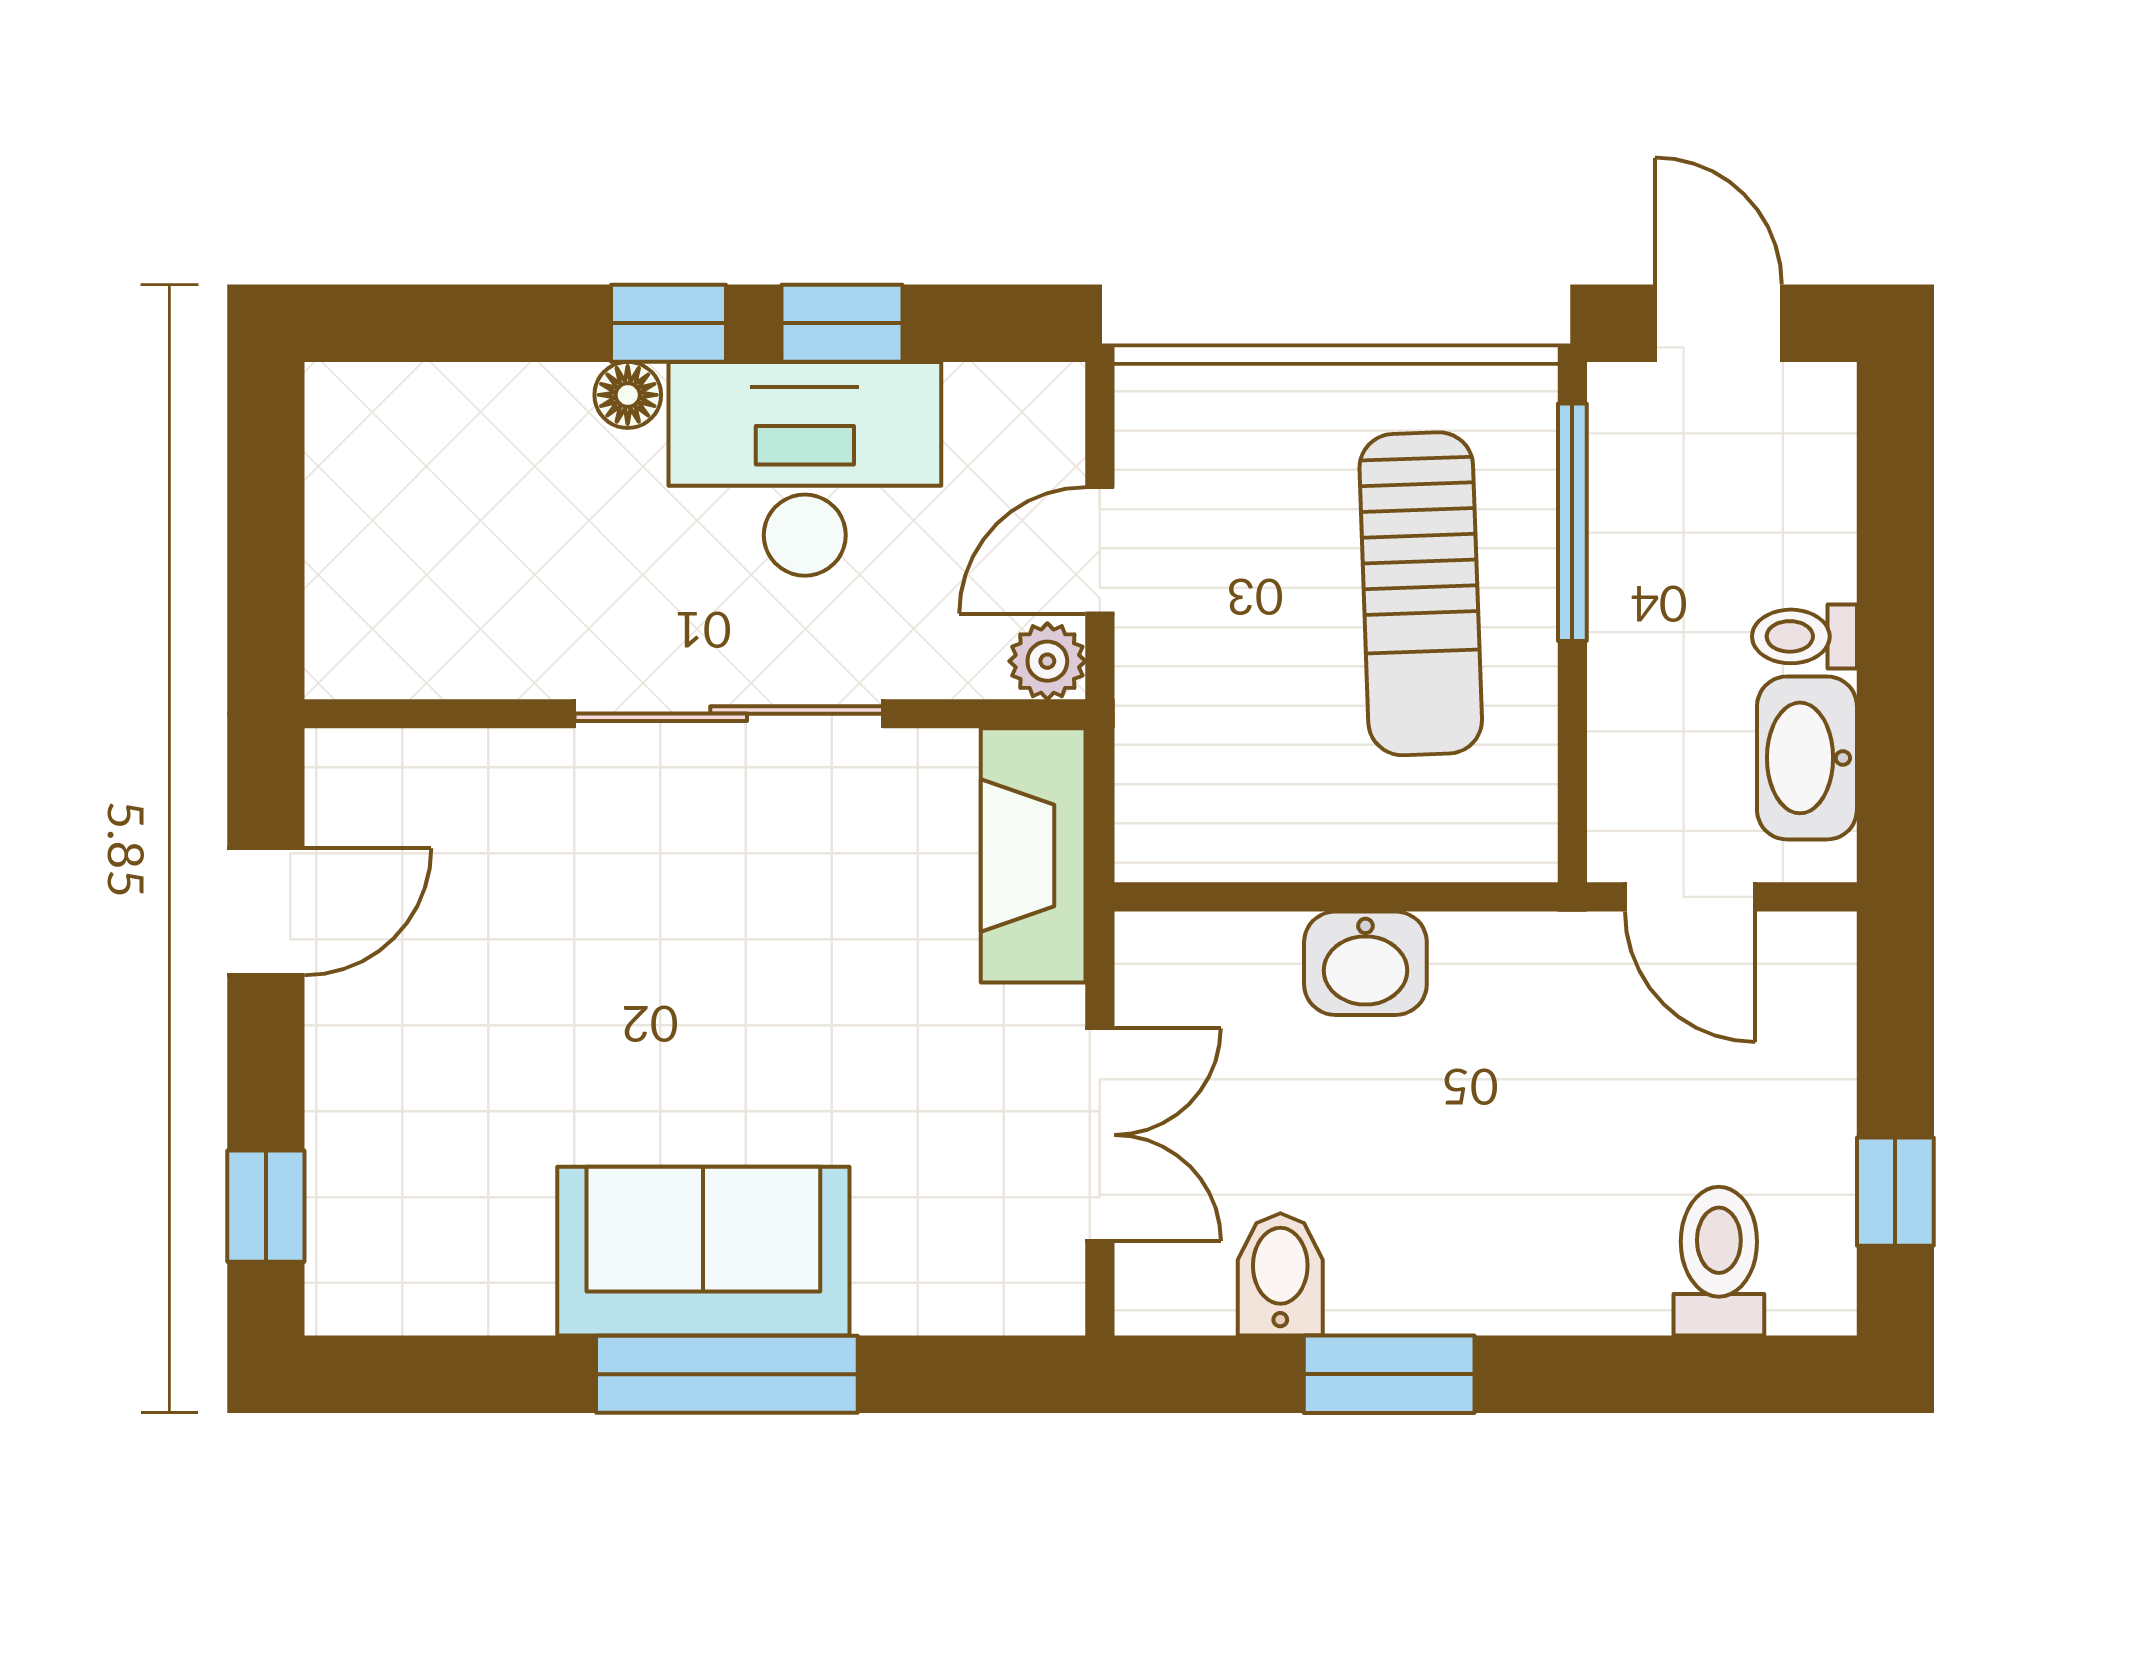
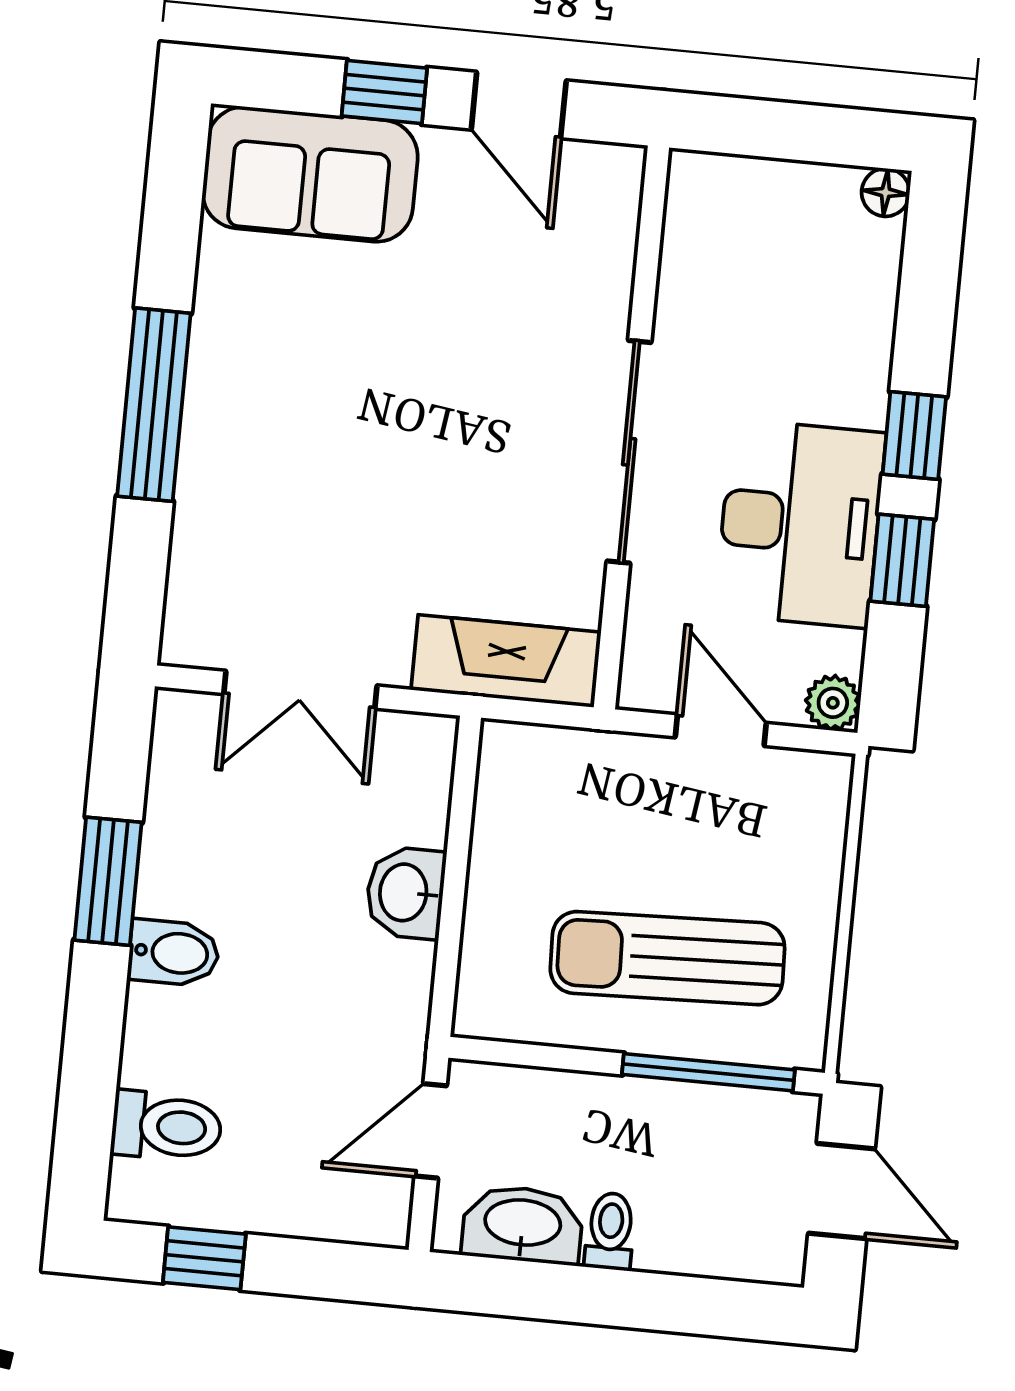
door: (1718, 323) -> (842, 1191), hinge flipped
floor lamp: (628, 395) -> (886, 192), moved
plant: (1047, 661) -> (833, 703), moved
window: (266, 1206) -> (384, 92), moved
sofa: (703, 1251) -> (310, 174), moved, turned 90
bidet: (1280, 1274) -> (174, 953), moved

